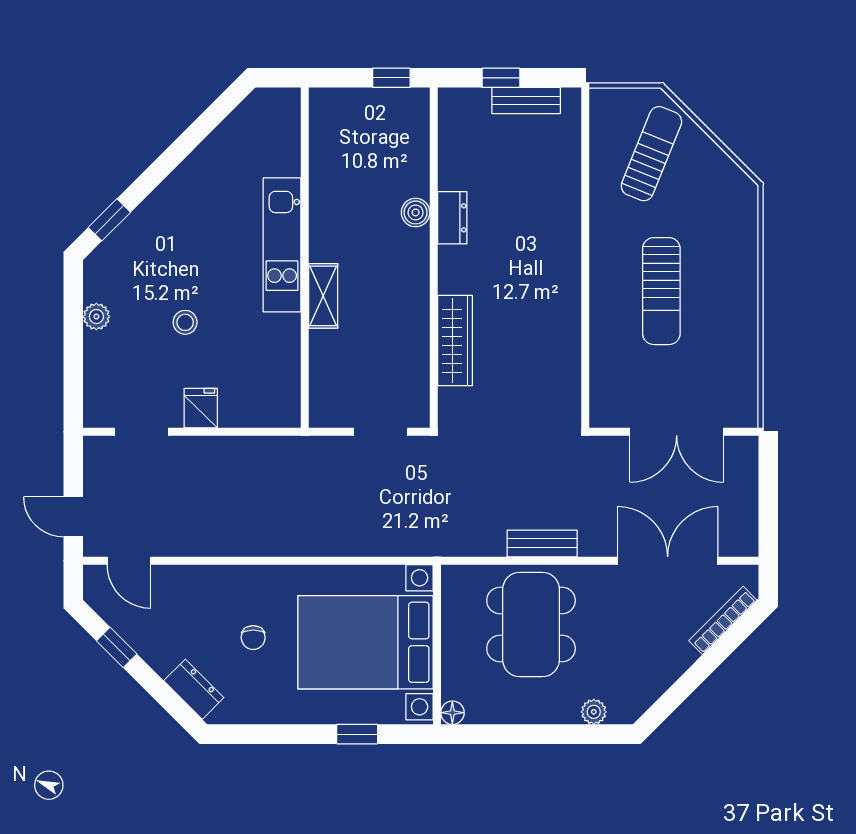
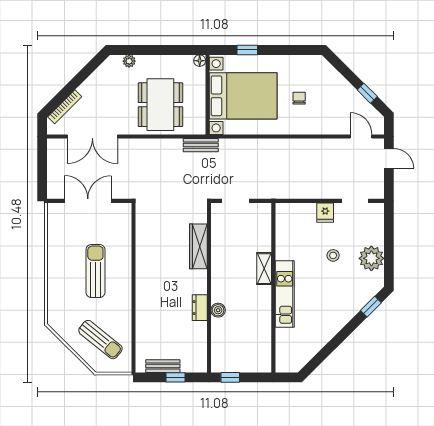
sun lounger: (651, 154) -> (100, 340), turned -73
plant: (96, 317) -> (371, 258), width x1.87, depth x1.87
bench: (542, 543) -> (201, 145), moved
dresser: (194, 689) -> (329, 72), removed

